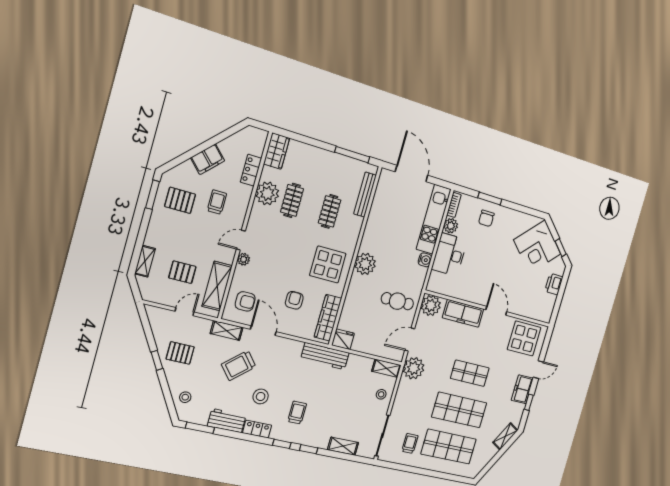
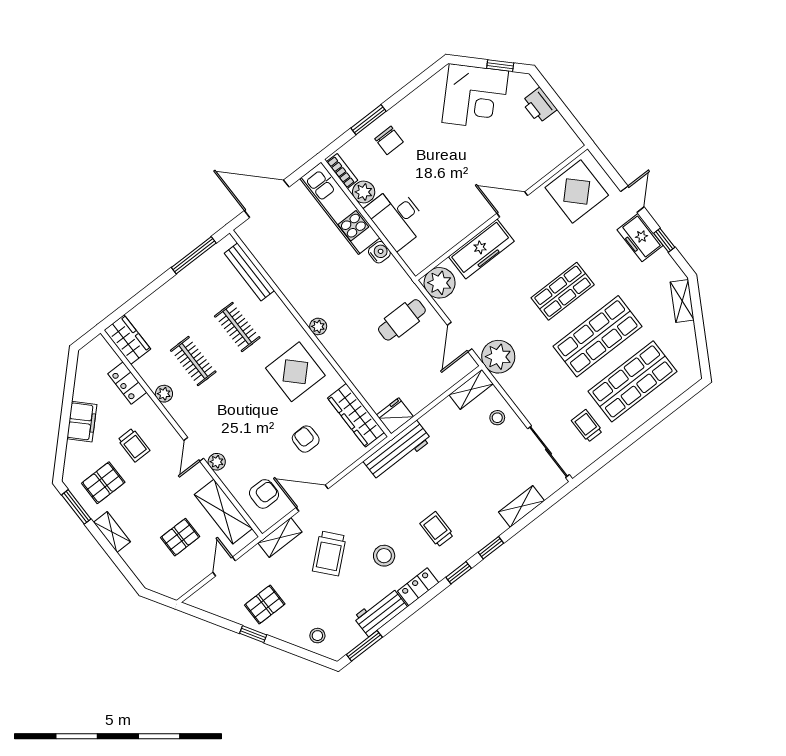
plant: (267, 193) -> (164, 394), width x0.53, depth x0.53
trolley: (217, 202) -> (134, 445), turned 180
shelving: (145, 261) -> (112, 532), moved
plant: (365, 264) -> (318, 326), width x0.53, depth x0.53

